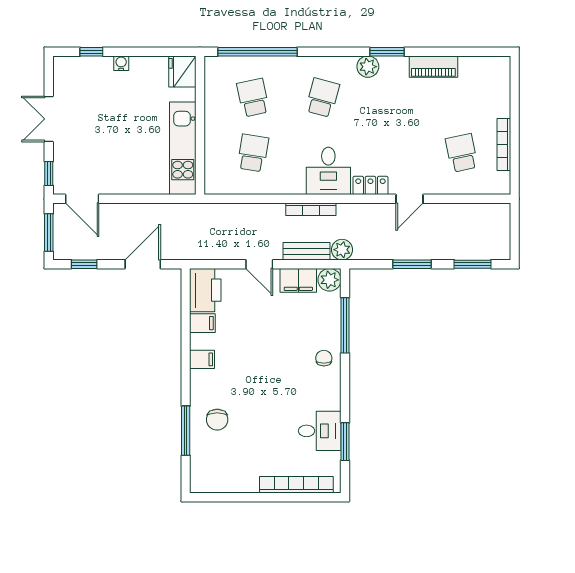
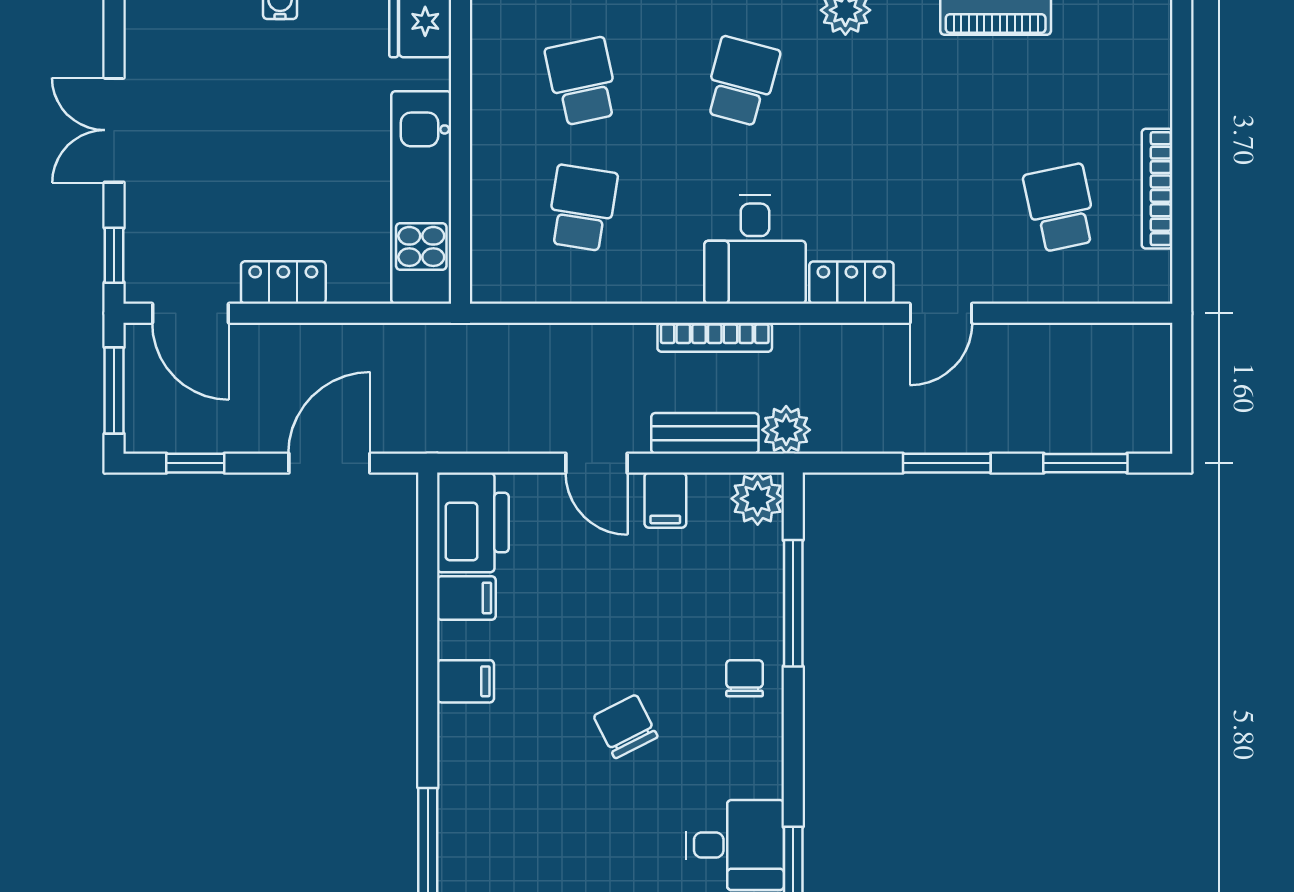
locker: (123, 185) -> (283, 283), added
filing cabinet: (298, 280) -> (665, 500), width x0.50
chair: (217, 420) -> (626, 726), moved, turned 153

